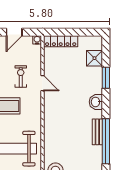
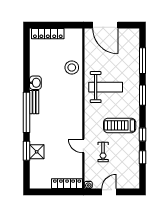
shower: (94, 58) -> (37, 152), moved
washbasin: (96, 102) -> (35, 83), moved
window: (106, 141) -> (26, 112), moved

